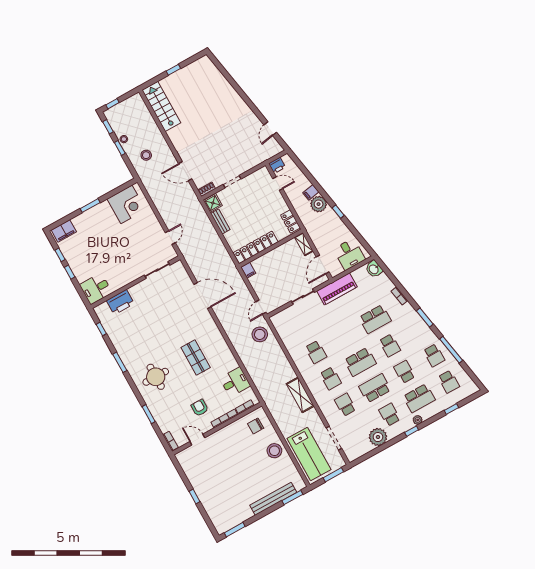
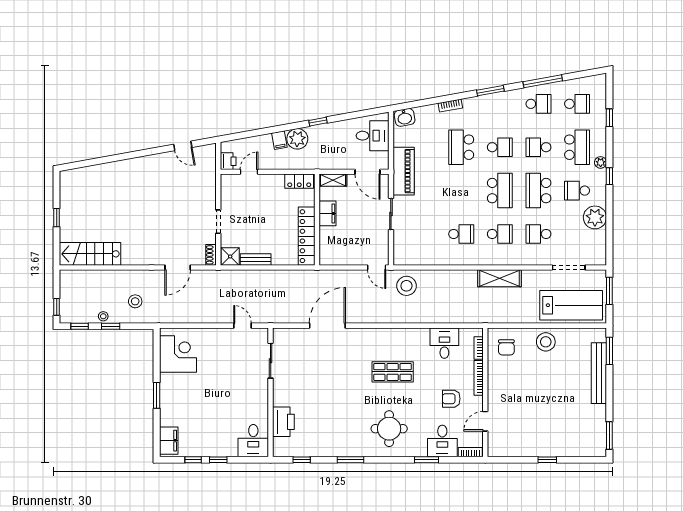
filing cabinet: (248, 270) -> (328, 213), moved, width x2.00
school desk: (375, 319) -> (461, 147), turned 180
desk: (168, 418) -> (442, 441), added

